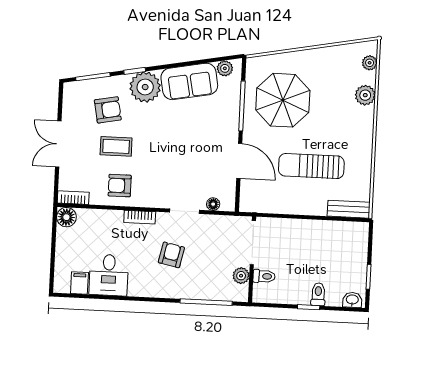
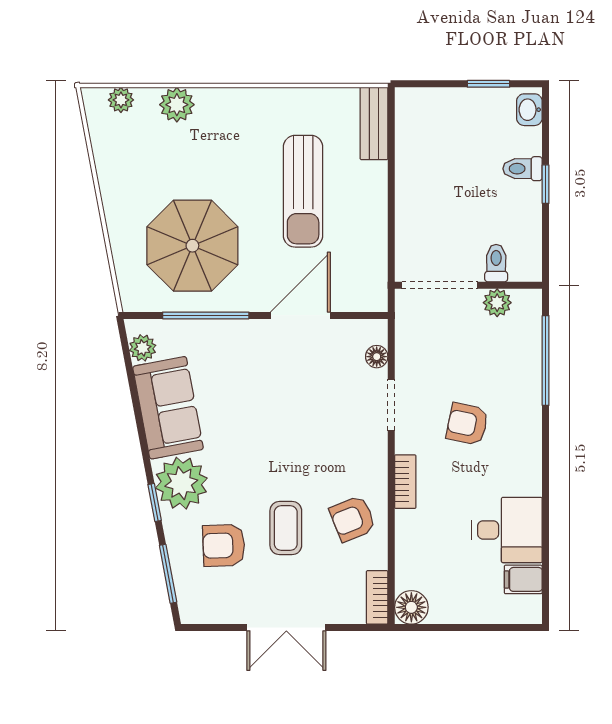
armchair: (108, 110) -> (224, 545), turned -81
armchair: (120, 186) -> (353, 519), turned 68

